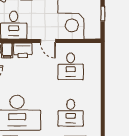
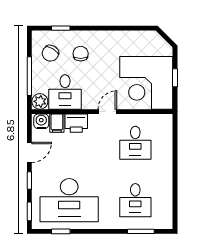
door: (48, 41) -> (107, 112), swing flipped

